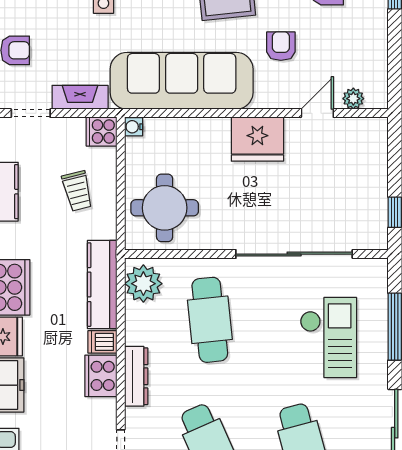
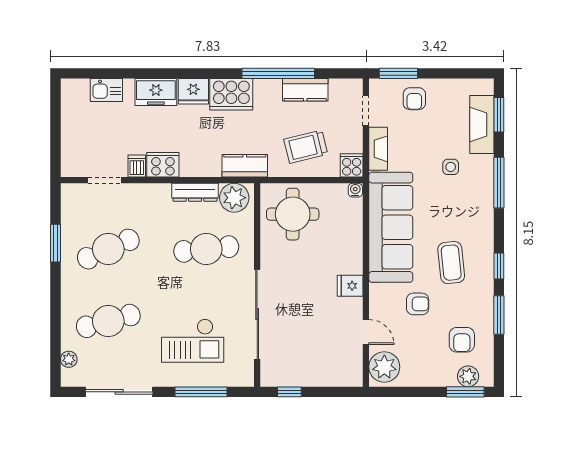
plant: (353, 99) -> (384, 367), width x1.87, depth x1.87
fridge: (257, 139) -> (350, 286), width x0.53, depth x0.75
trolley: (77, 191) -> (306, 147), width x1.36, depth x1.39
kitchen counter: (102, 285) -> (245, 166), width x0.67
dishwasher: (102, 342) -> (137, 166), moved
dresser: (136, 376) -> (195, 192), moved

